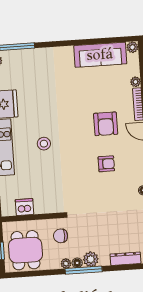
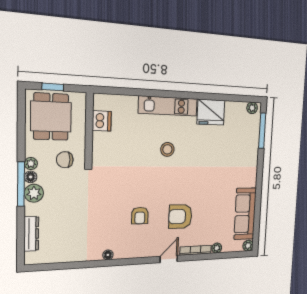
chair: (61, 236) -> (65, 160), turned -90
dining table: (25, 250) -> (51, 117), turned 90

